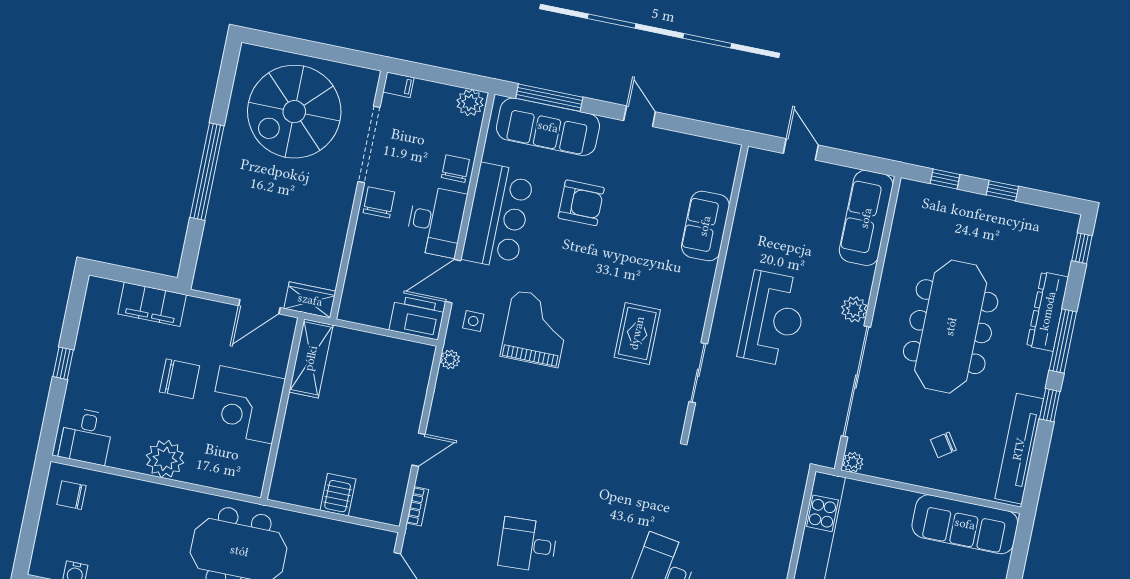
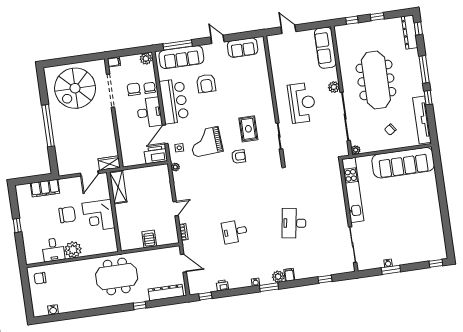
chair: (379, 202) -> (134, 89), moved
armchair: (581, 203) -> (206, 83), turned 90
sofa: (705, 226) -> (243, 48), moved, turned -90
dresser: (1048, 311) -> (410, 32), moved
grand piano: (536, 329) -> (206, 142), turned -94
armchair: (595, 386) -> (239, 156), added
desk: (86, 436) -> (53, 250), moved
sofa: (965, 524) -> (403, 163), width x1.36, depth x1.27

